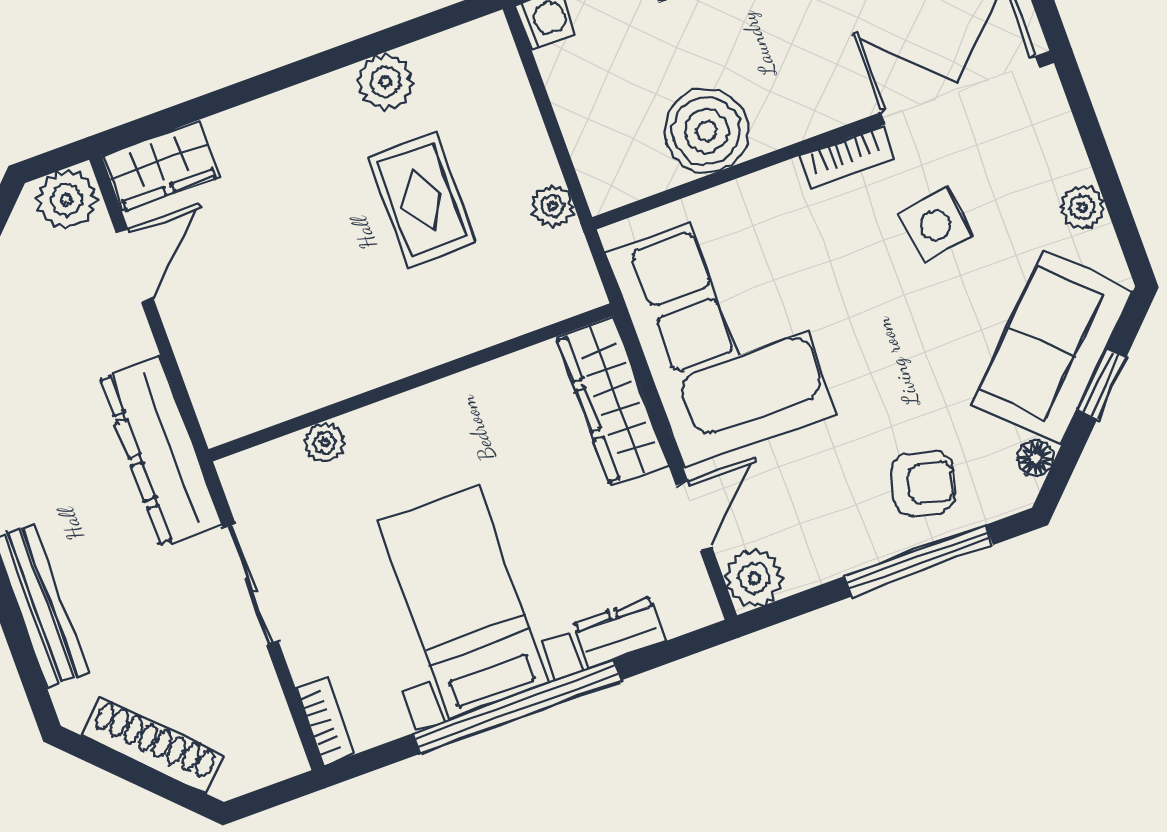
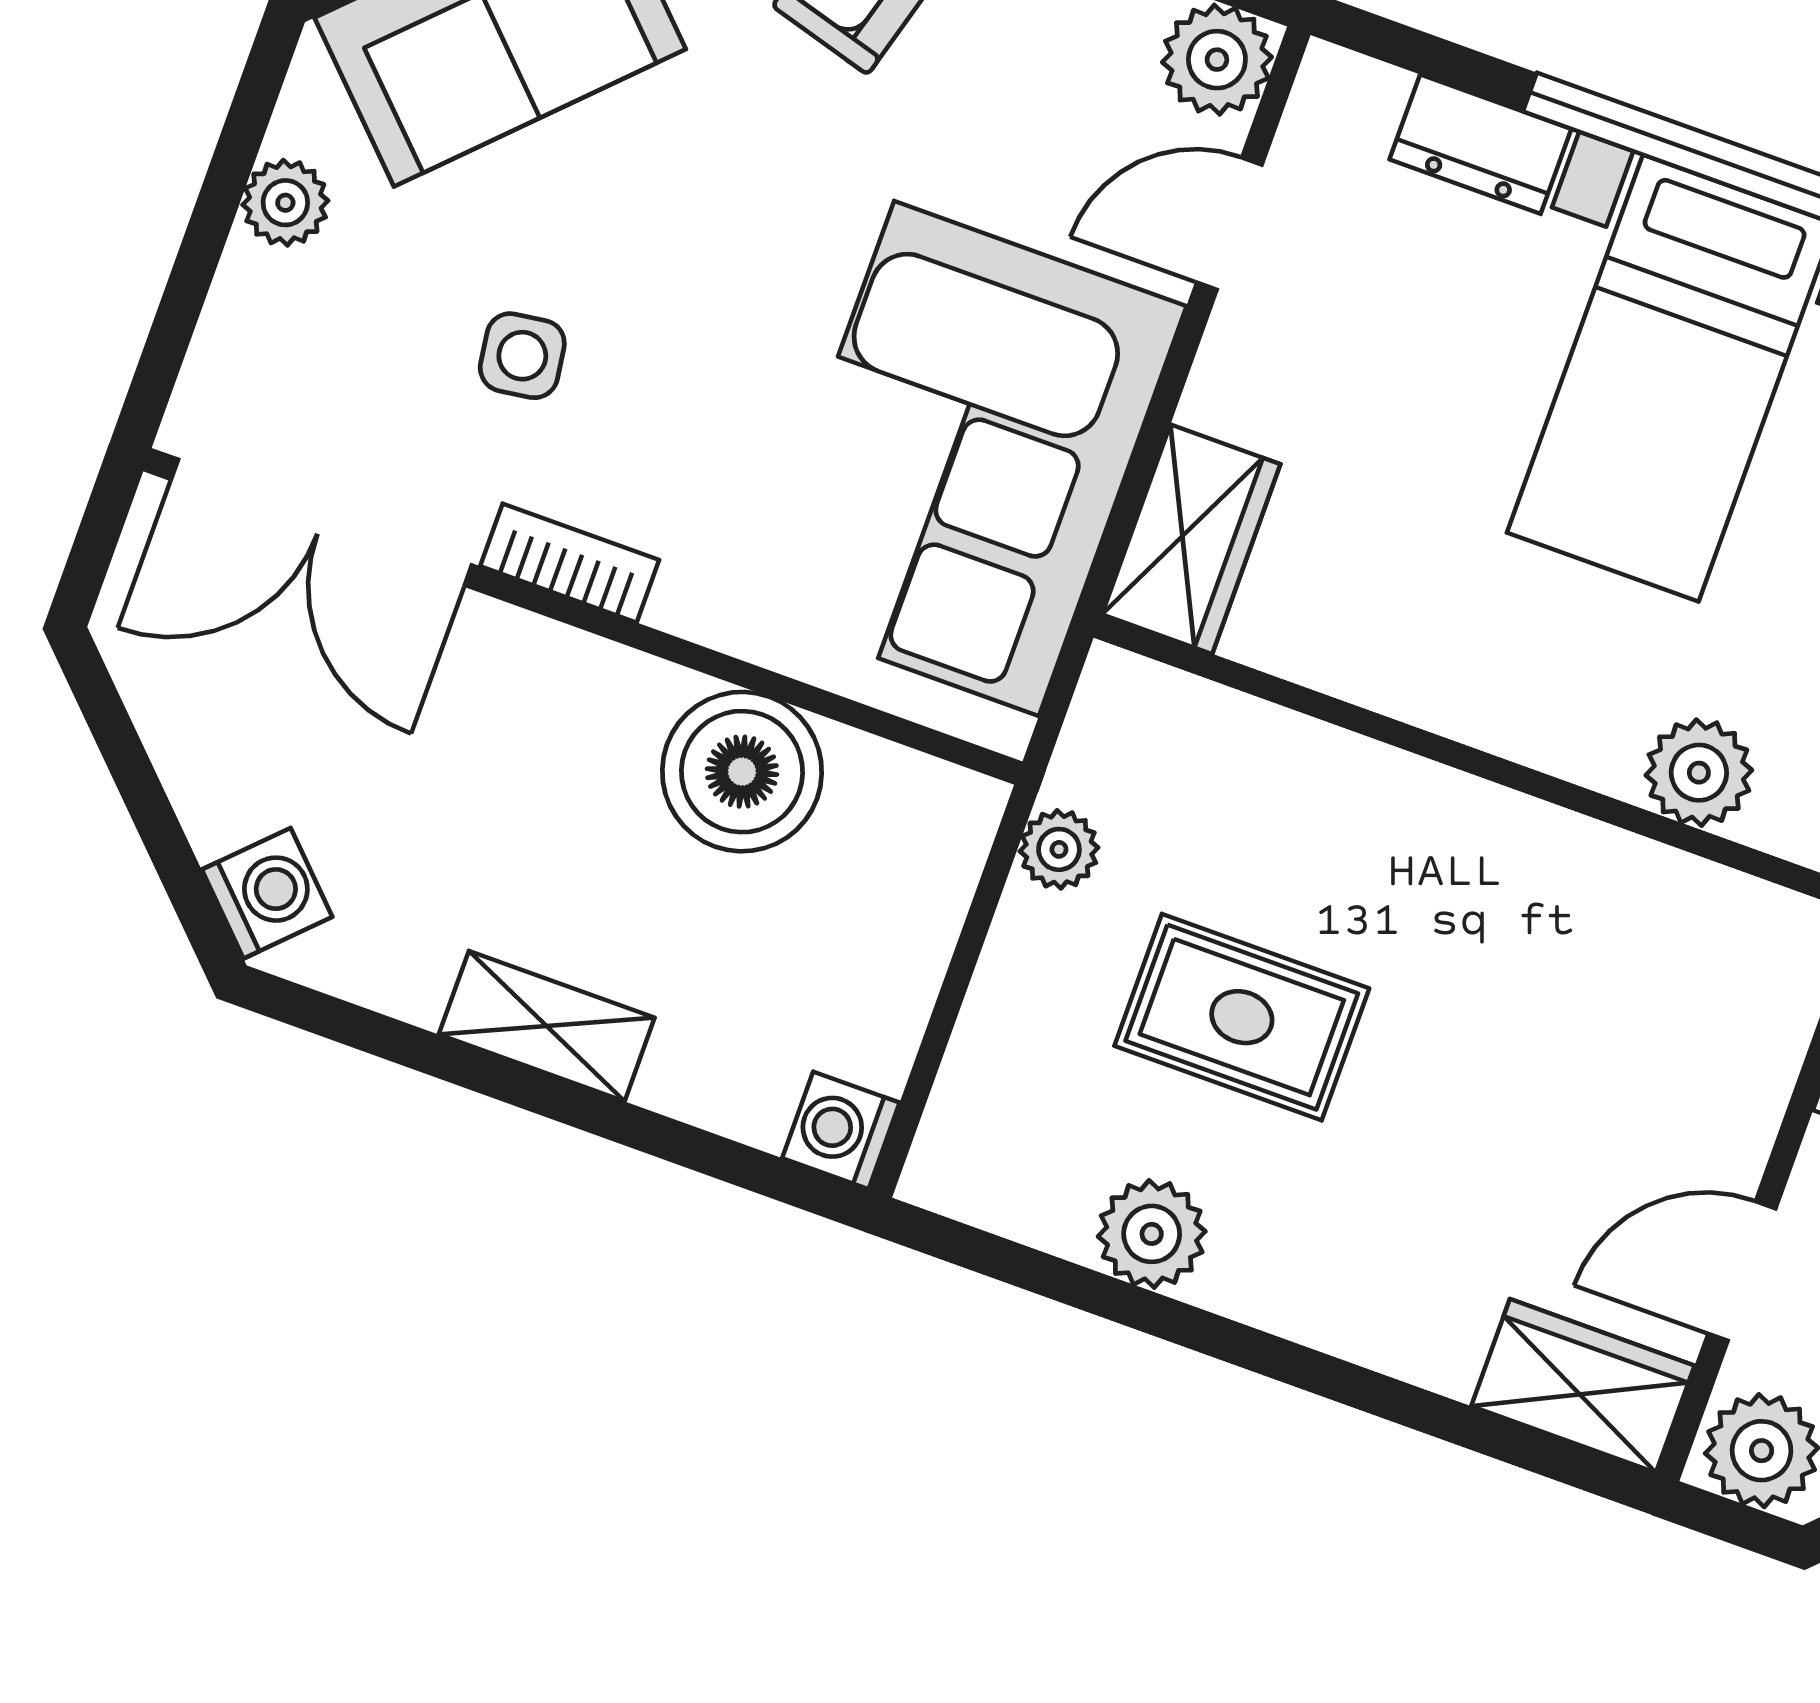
rug: (422, 200) -> (1242, 1017), turned 90
side table: (935, 225) -> (522, 356), width x0.73, depth x0.73
wardrobe: (612, 401) -> (1191, 539), width x0.67
plant: (324, 443) -> (1699, 773), width x1.38, depth x1.38

